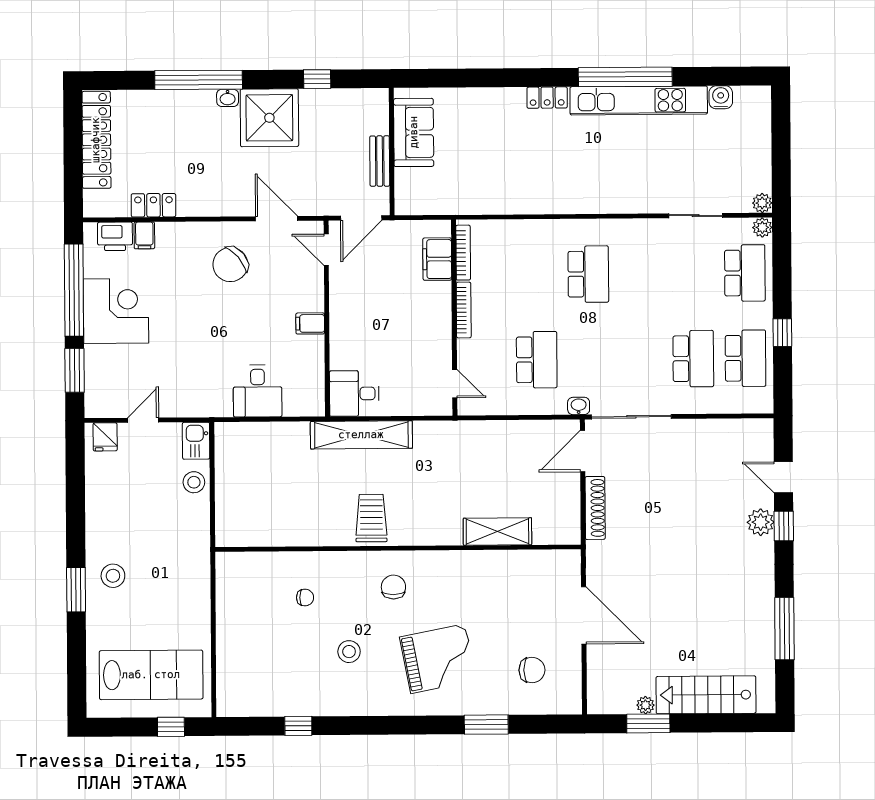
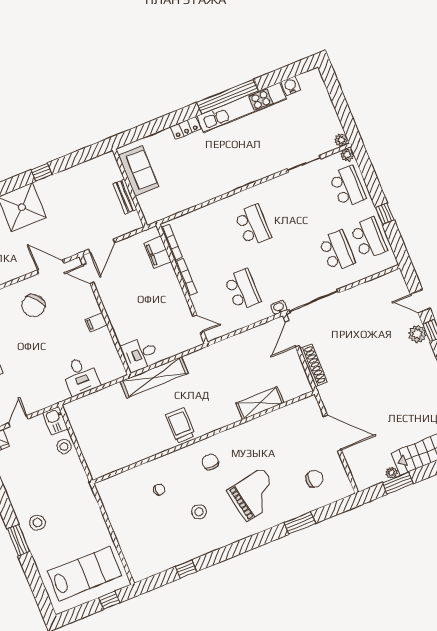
sofa: (414, 132) -> (139, 171), moved
wall: (392, 152) -> (130, 188), moved
bench: (380, 161) -> (125, 196), moved

